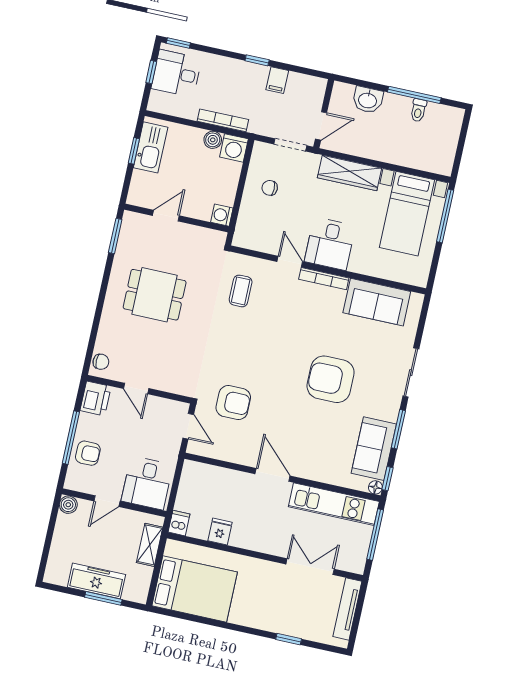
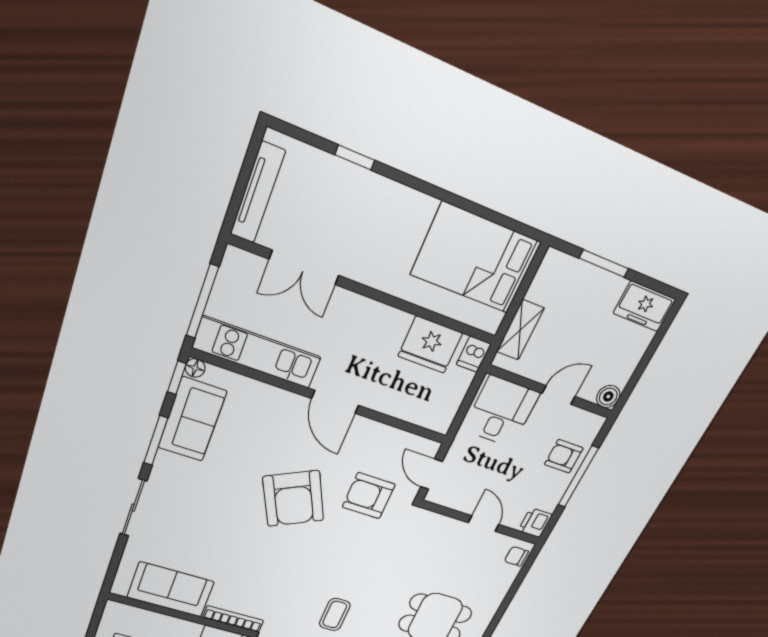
armchair: (331, 379) -> (293, 499), moved, turned 64
printer: (96, 398) -> (535, 523), width x0.73, depth x0.81
fridge: (220, 532) -> (430, 345), width x1.88, depth x1.34
freezer: (96, 581) -> (644, 306), moved, width x0.71

